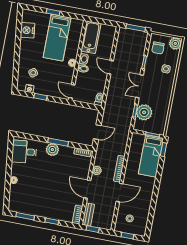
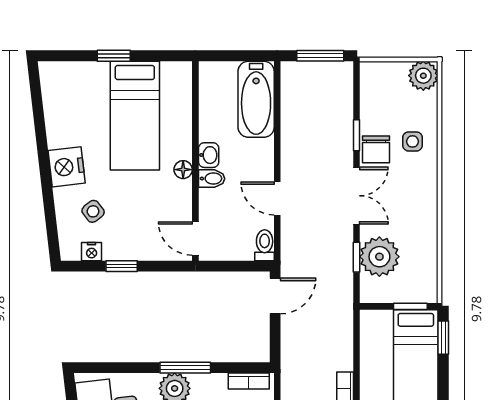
nightstand: (28, 30) -> (67, 167), moved
bathtub: (91, 37) -> (256, 99), moved, turned 180
chair: (158, 48) -> (376, 149), moved
door: (110, 67) -> (277, 199), moved
double door: (140, 86) -> (357, 196), swing flipped
door: (97, 132) -> (275, 296), moved

